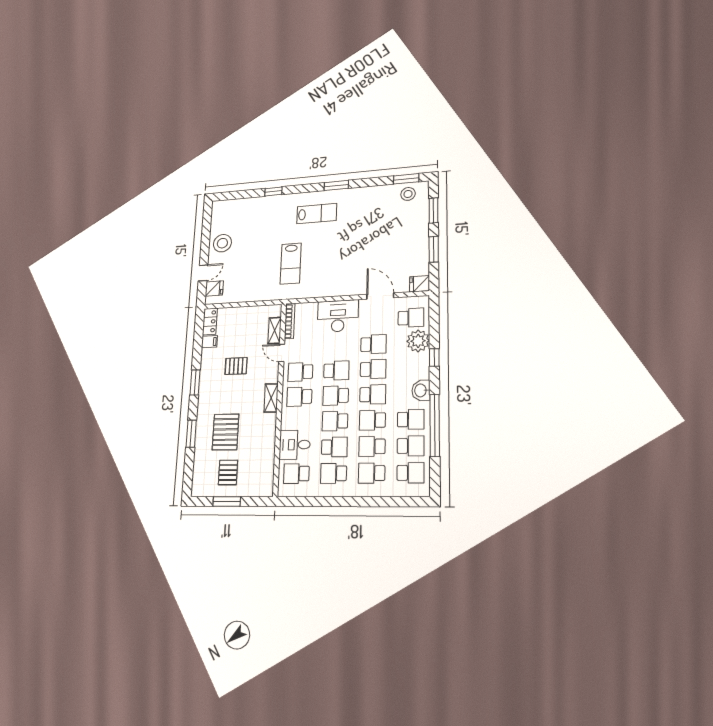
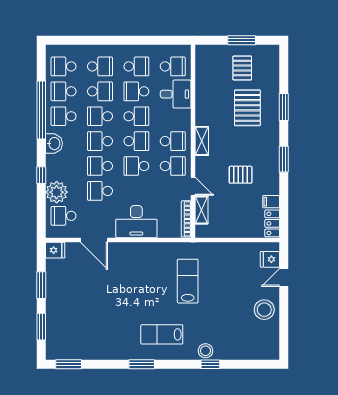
stool: (408, 194) -> (206, 351), moved
school desk: (372, 420) -> (100, 116), turned 180

